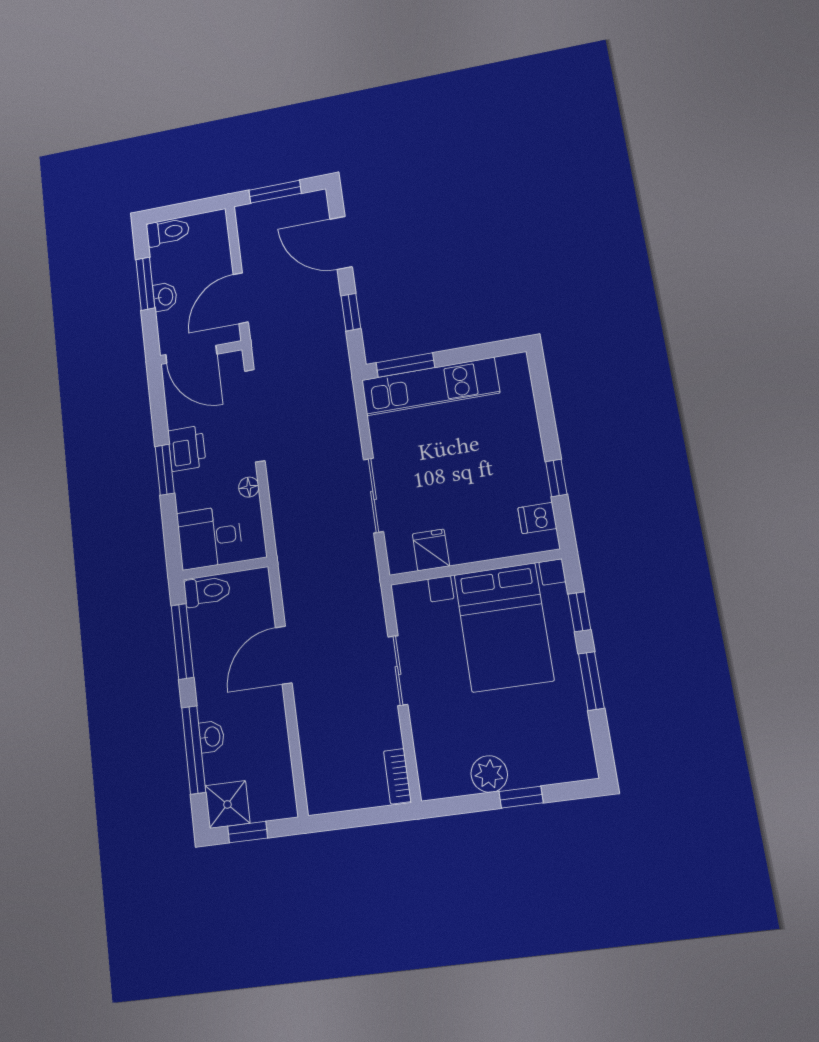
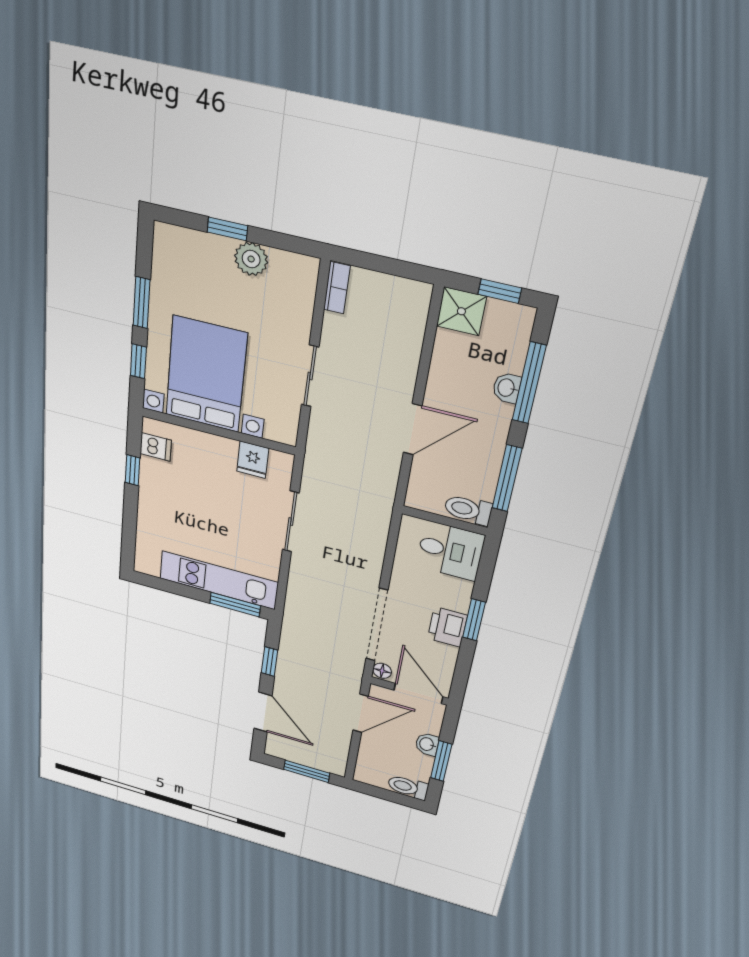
floor lamp: (249, 487) -> (382, 671), moved
shower: (227, 804) -> (461, 311), moved

